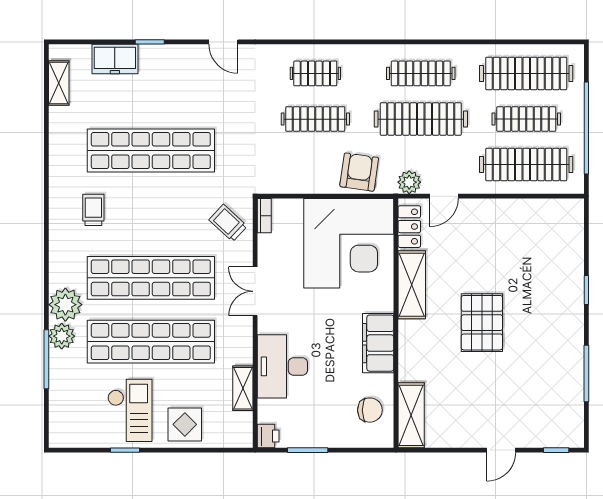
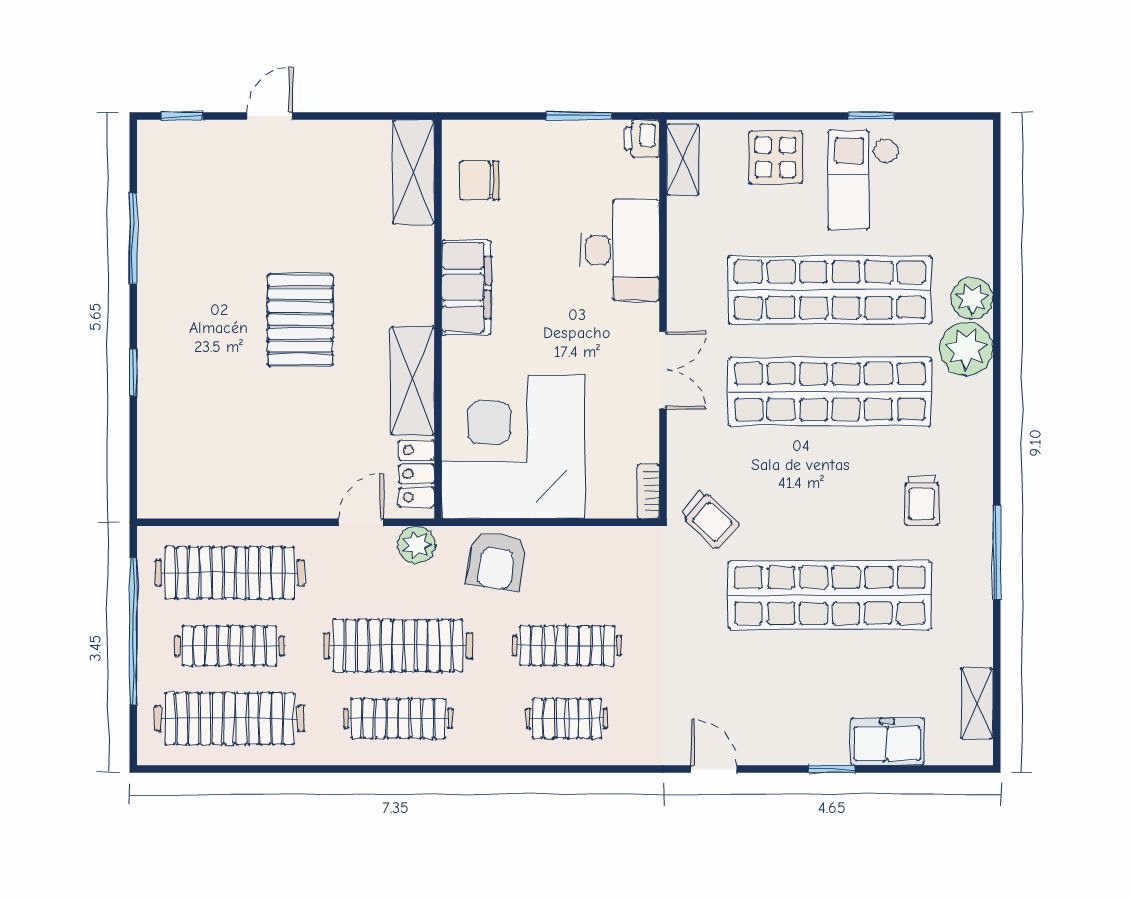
trolley: (228, 223) -> (710, 519), moved
window: (46, 359) -> (997, 552), moved
shelving: (243, 388) -> (683, 159), moved

